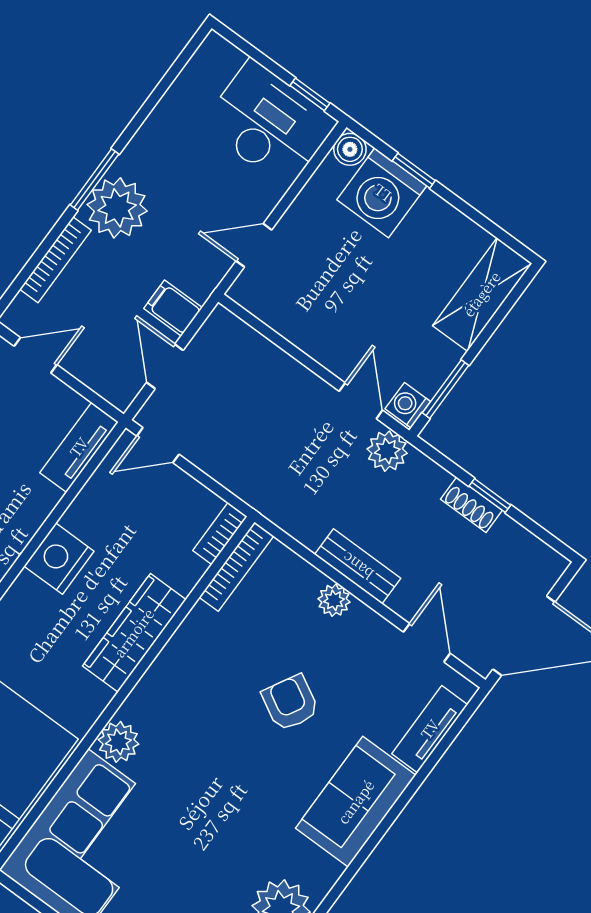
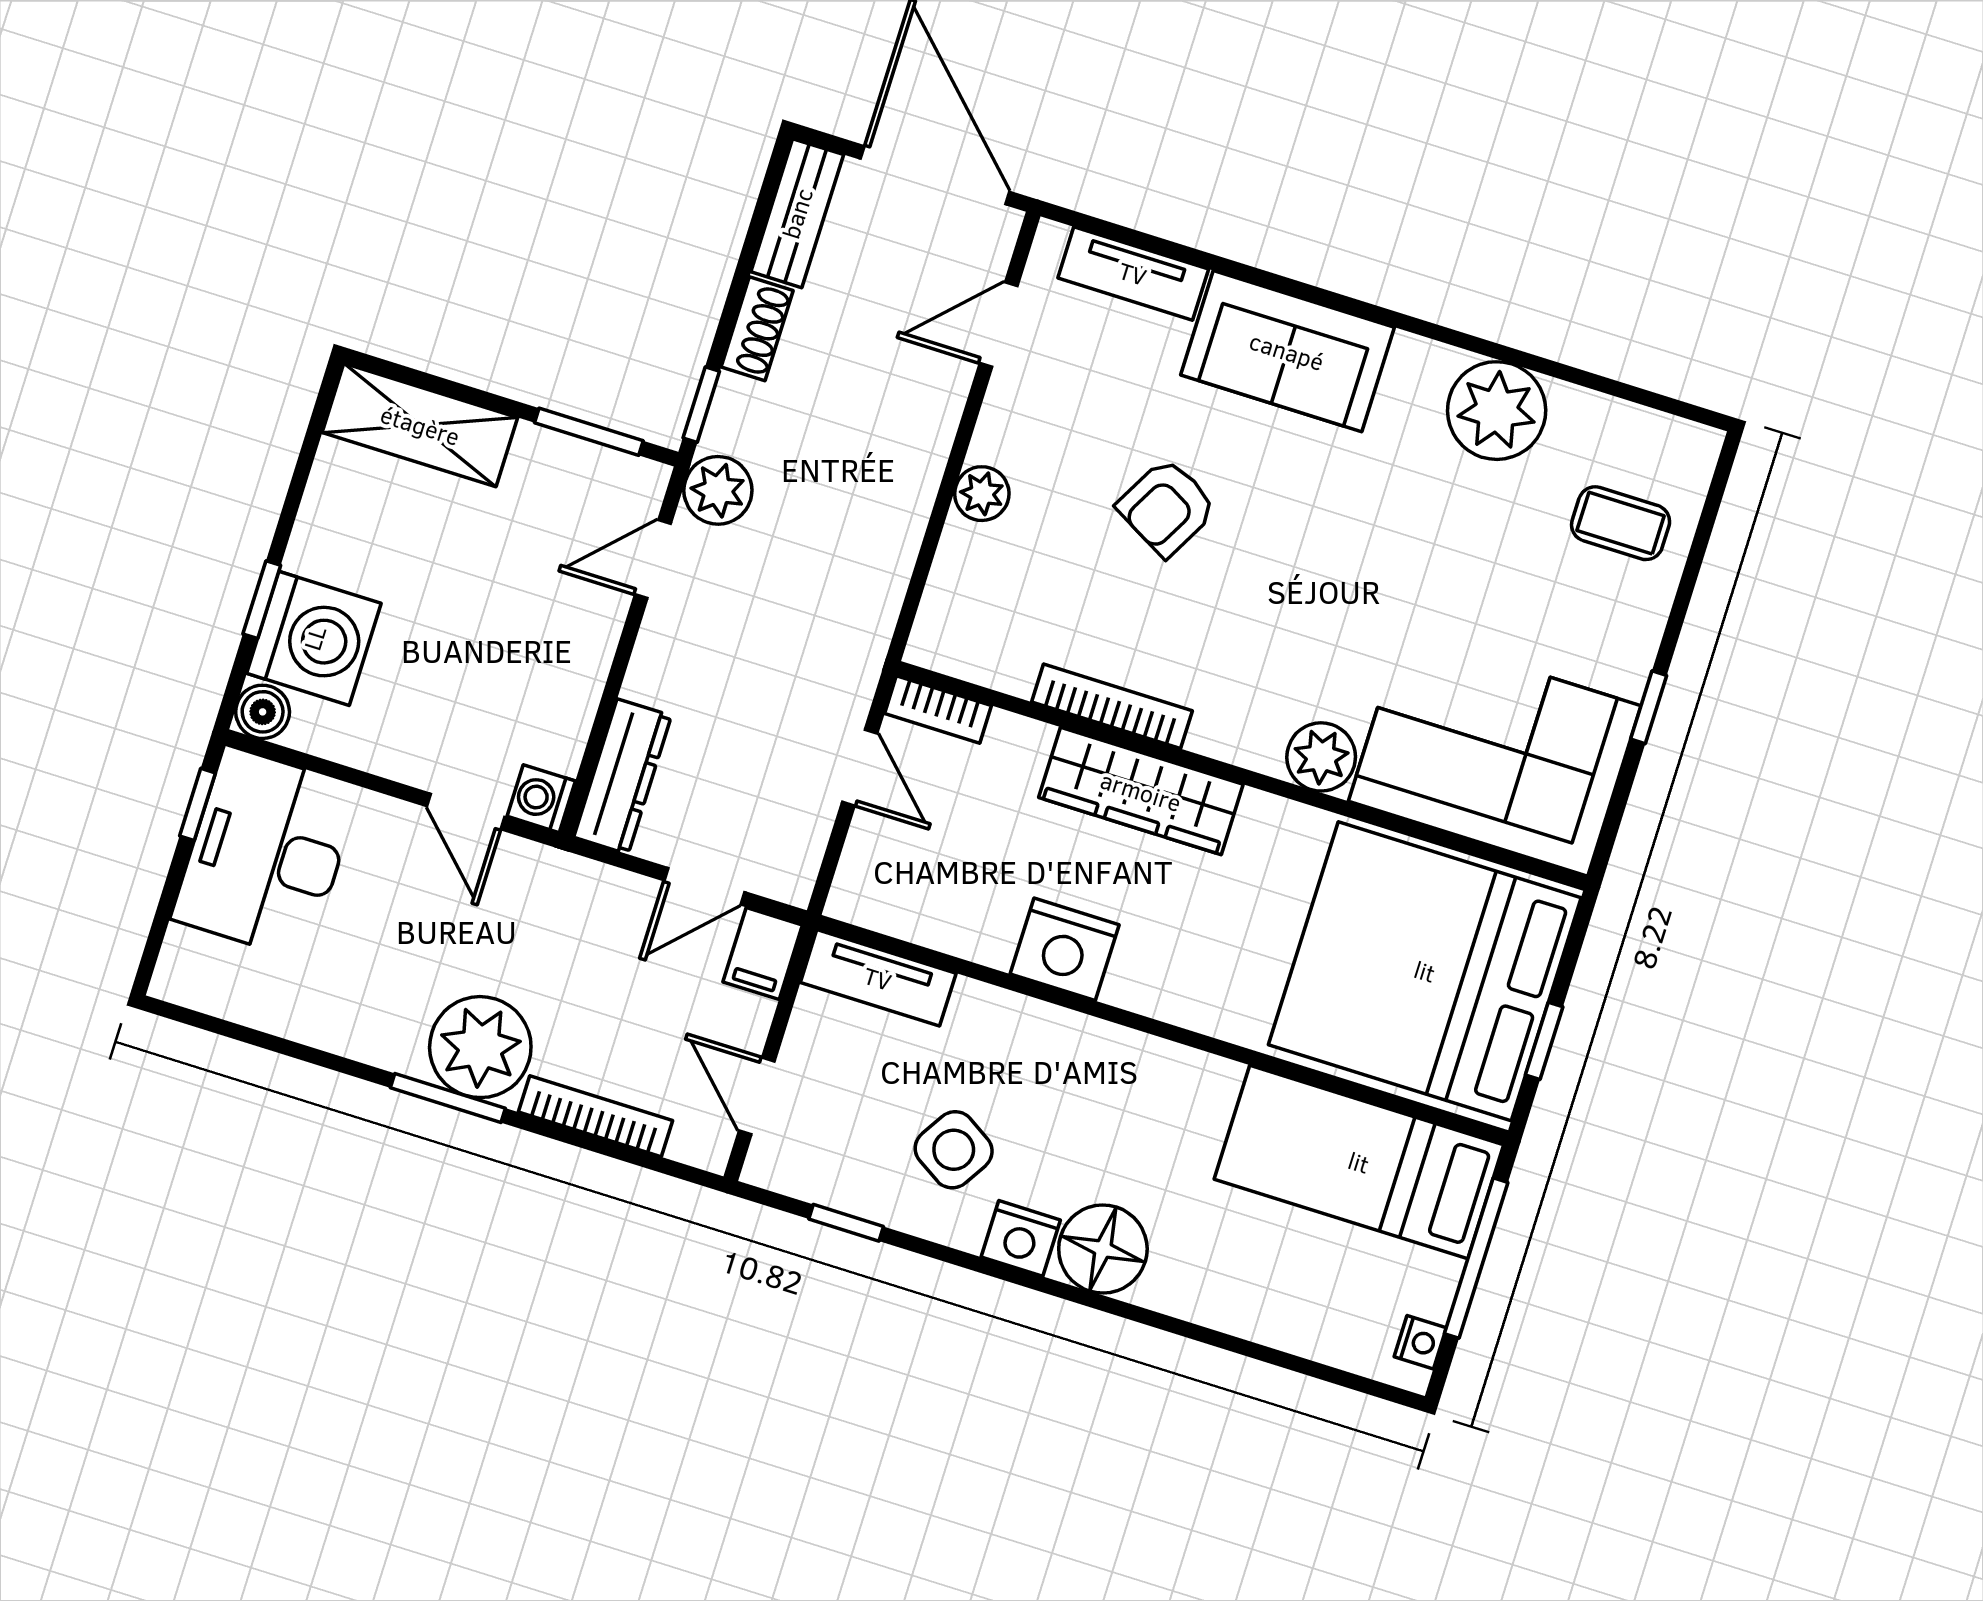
filing cabinet: (173, 308) -> (763, 954), moved
dresser: (243, 341) -> (623, 776), added
washing machine: (408, 405) -> (541, 799), moved, turned 90
door: (158, 445) -> (860, 768), moved
window: (490, 496) -> (701, 405), moved
bench: (358, 566) -> (797, 213), moved
bookcase: (237, 567) -> (1112, 706), moved

